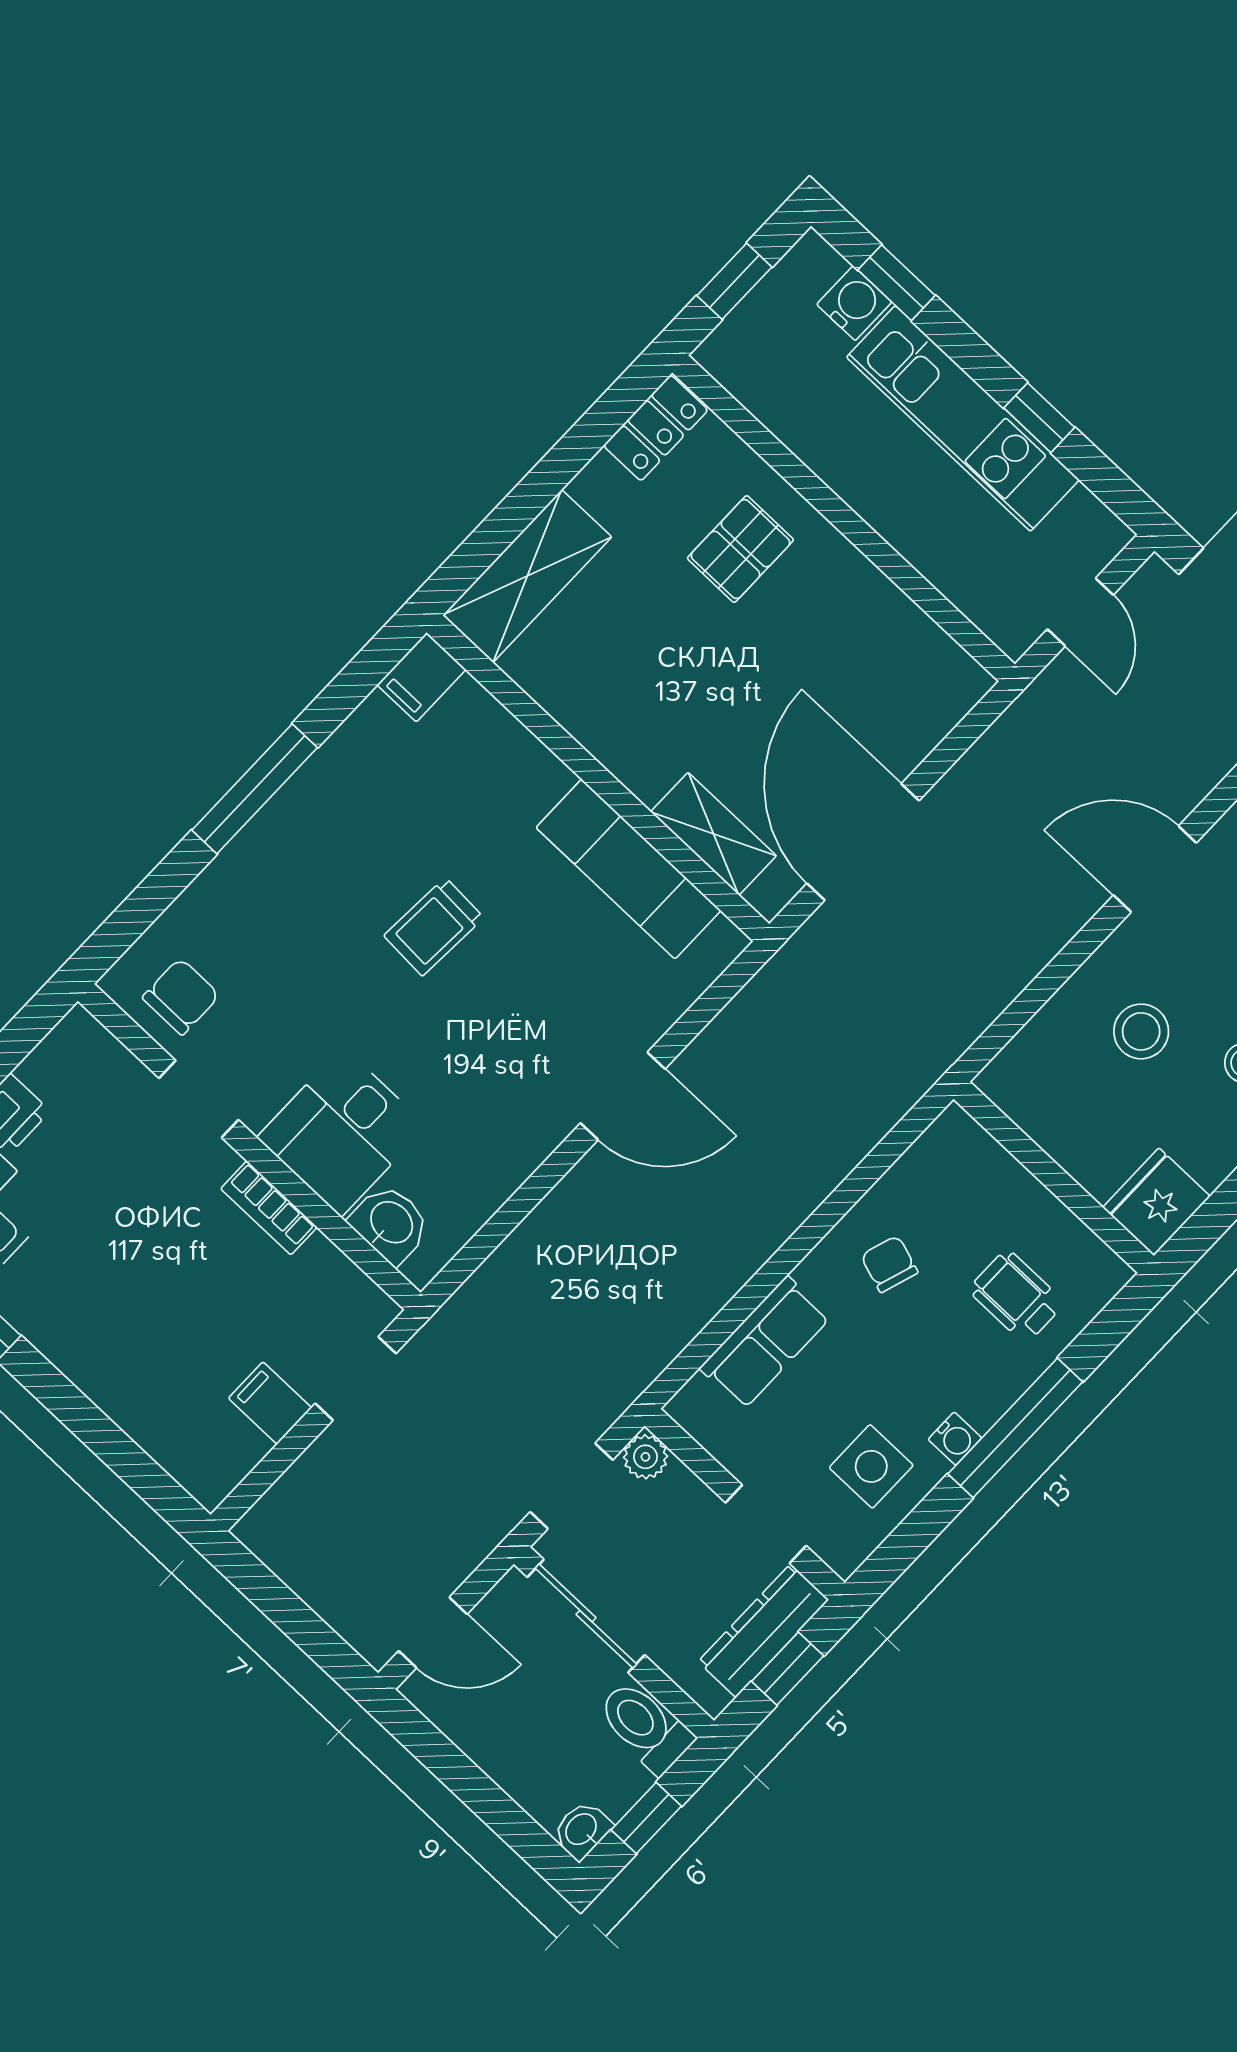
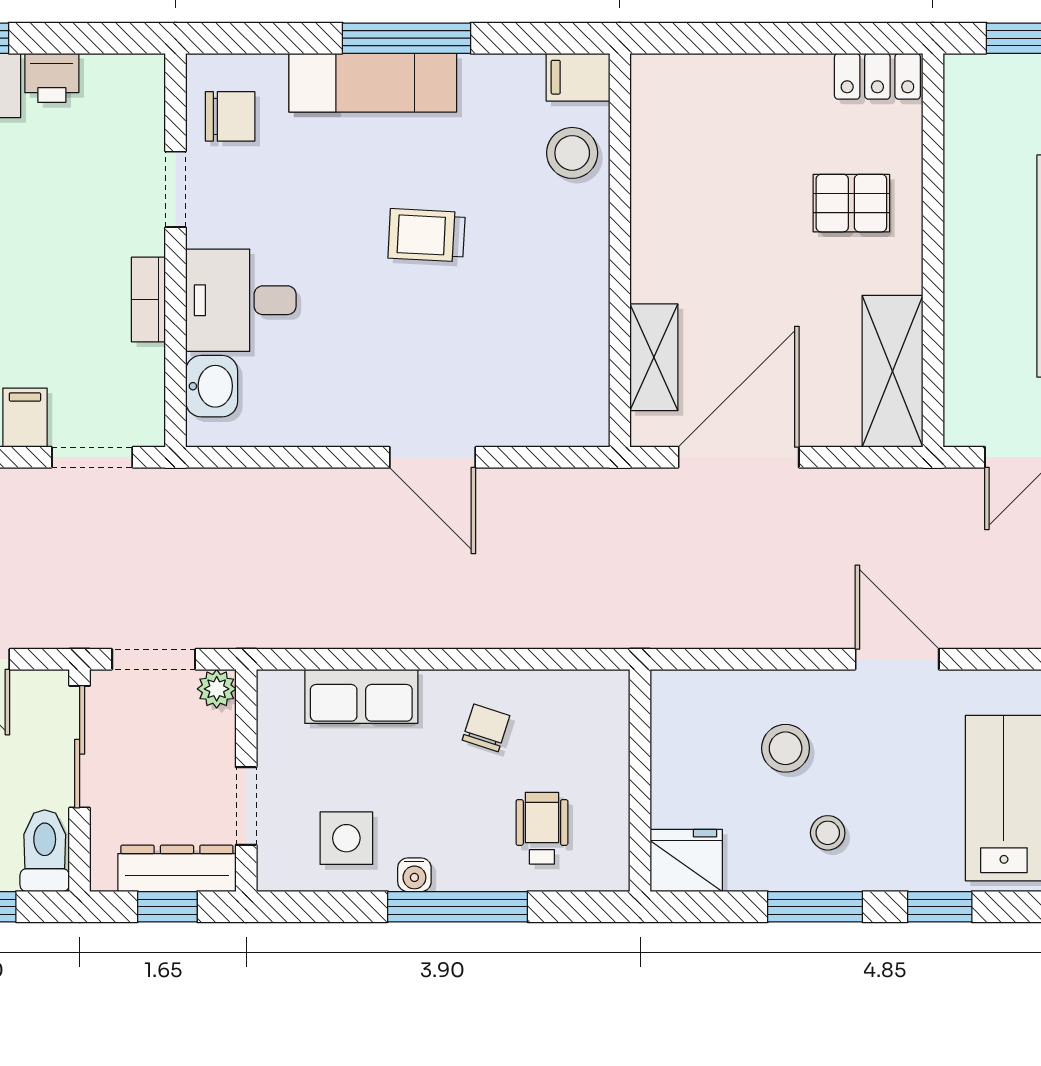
shelving: (527, 576) -> (892, 371), moved, turned 90
stool: (480, 741) -> (572, 153), added
exam couch: (628, 869) -> (373, 83), moved, turned -90

